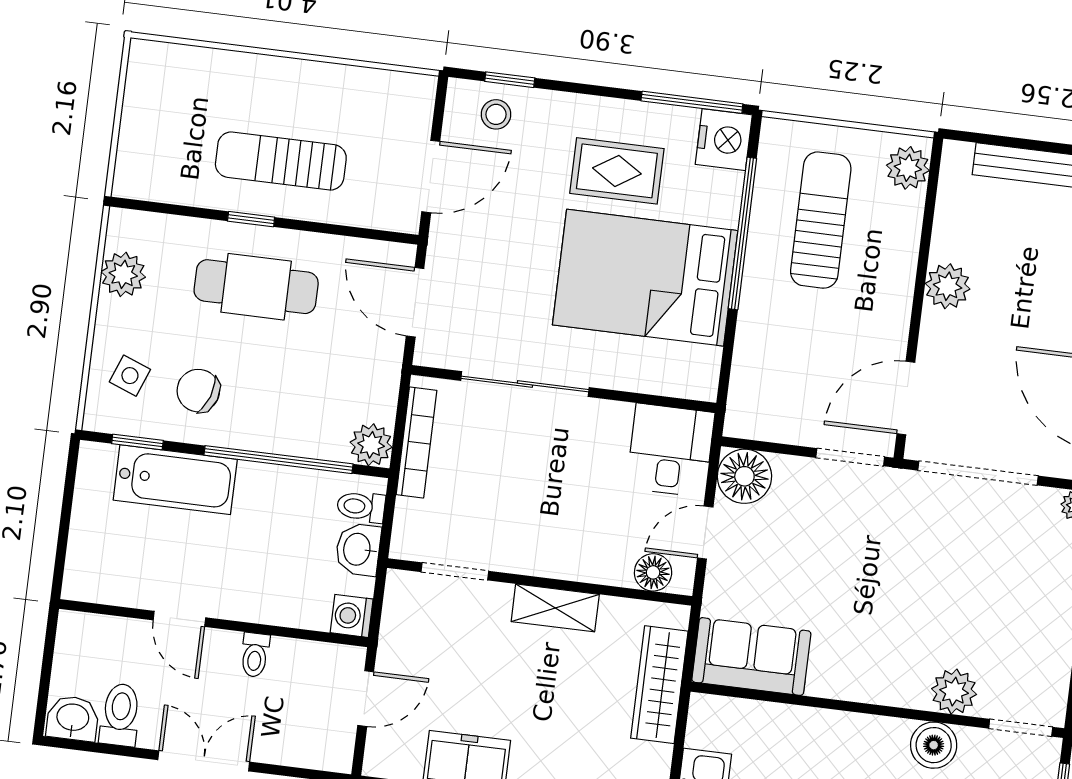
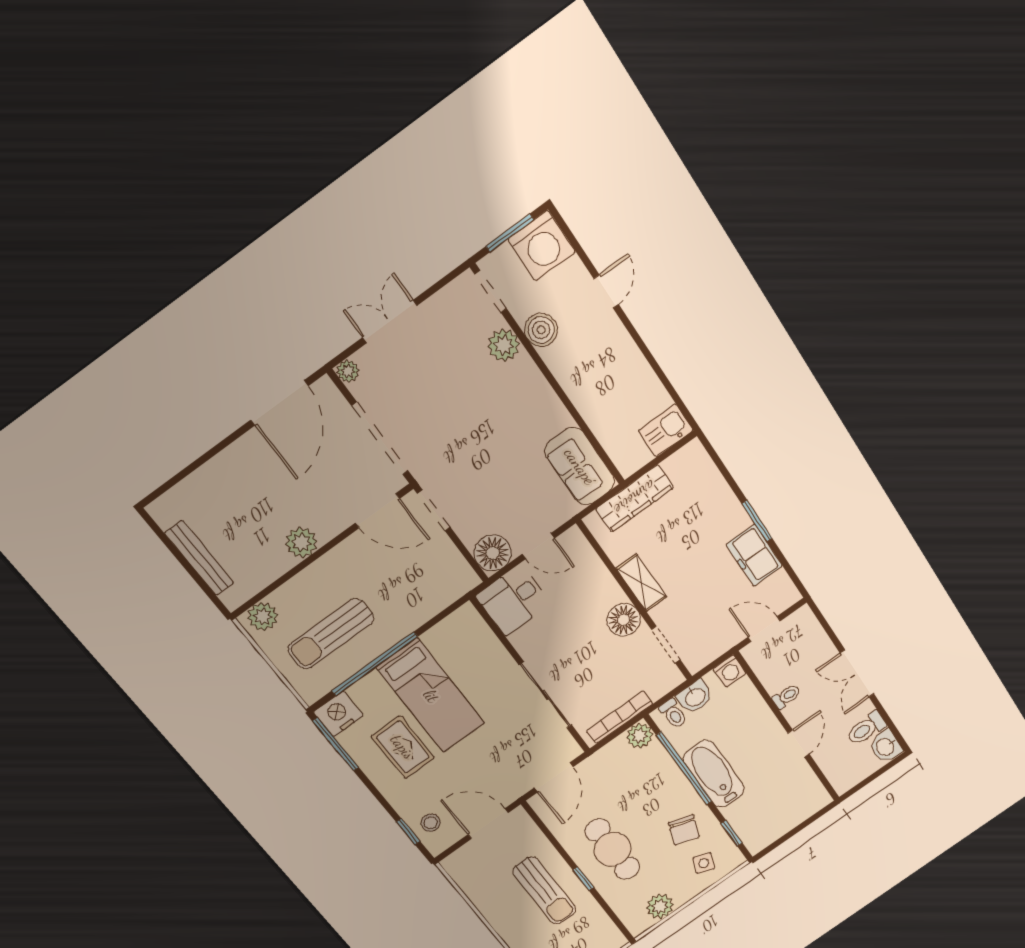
bed: (645, 278) -> (431, 696), width x0.67
bathtub: (175, 480) -> (714, 774), moved
floor lamp: (653, 572) -> (624, 620), moved, width x1.38, depth x1.38

